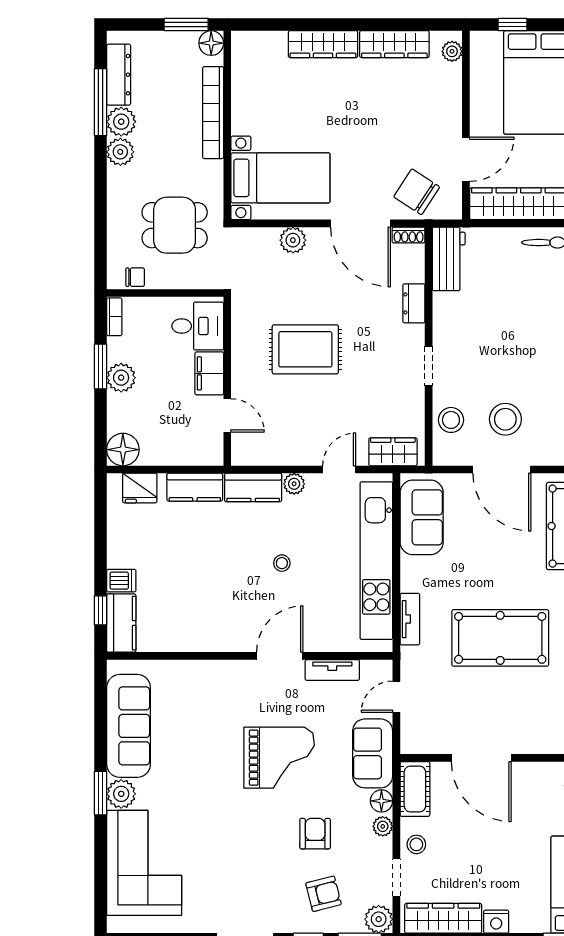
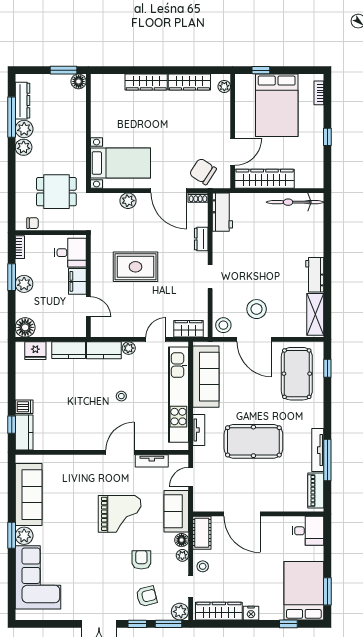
bookcase: (213, 113) -> (80, 124), removed
stool: (451, 420) -> (223, 325), moved
sofa: (422, 517) -> (206, 377), width x1.36

